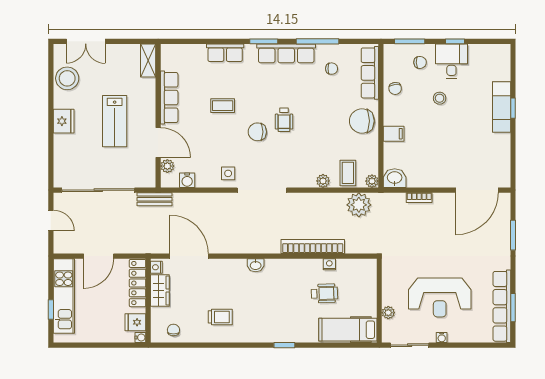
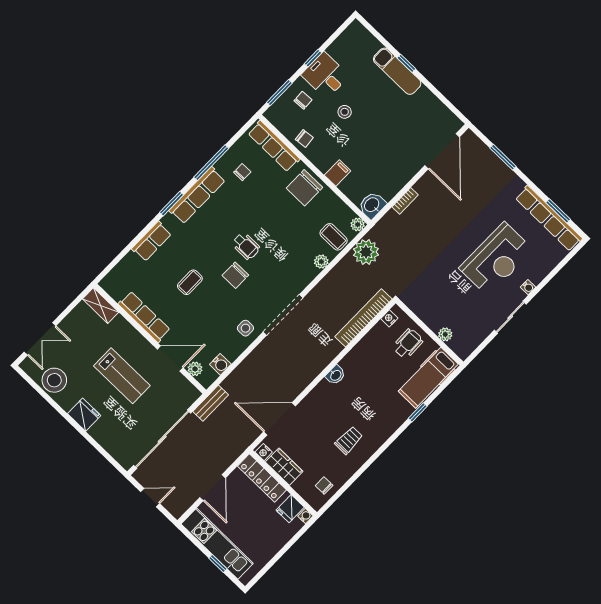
wall: (379, 301) -> (430, 332), moved
plant: (388, 313) -> (445, 334), moved
hospital bed: (348, 330) -> (428, 378), moved

